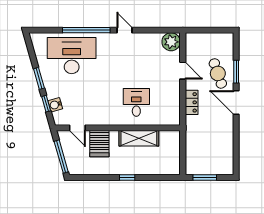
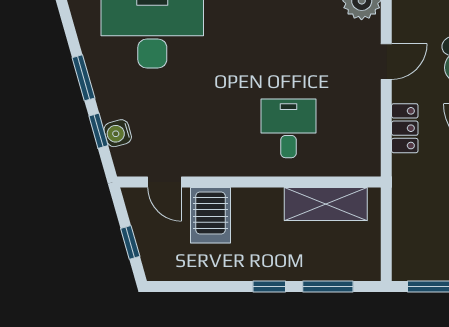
door: (183, 71) -> (386, 61), hinge flipped
shelving: (139, 138) -> (326, 204), moved
window: (61, 157) -> (130, 242), width x0.46
window: (155, 177) -> (328, 286), added

